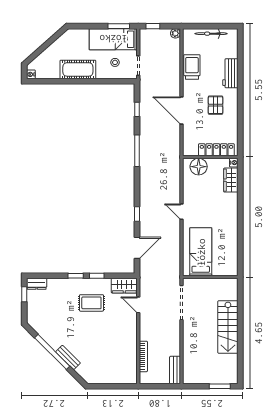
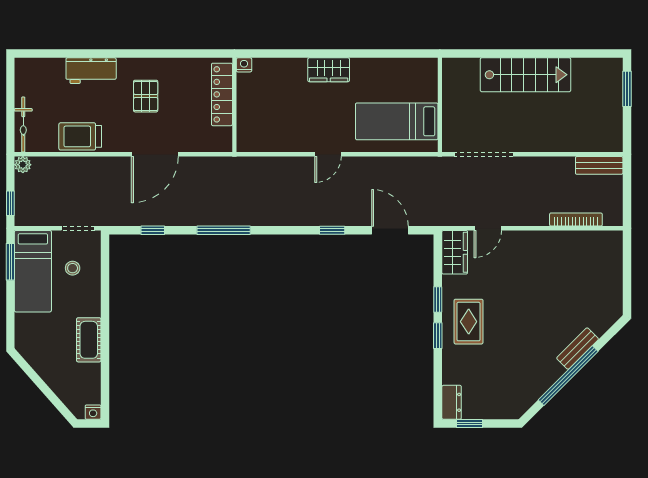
bicycle: (211, 34) -> (23, 125), moved
cot: (78, 69) -> (89, 340), width x0.73, depth x0.75
pallet: (216, 105) -> (146, 96), turned 90
floor lamp: (199, 167) -> (251, 125), removed
wardrobe: (231, 180) -> (329, 70), moved
rug: (91, 303) -> (469, 322), moved

